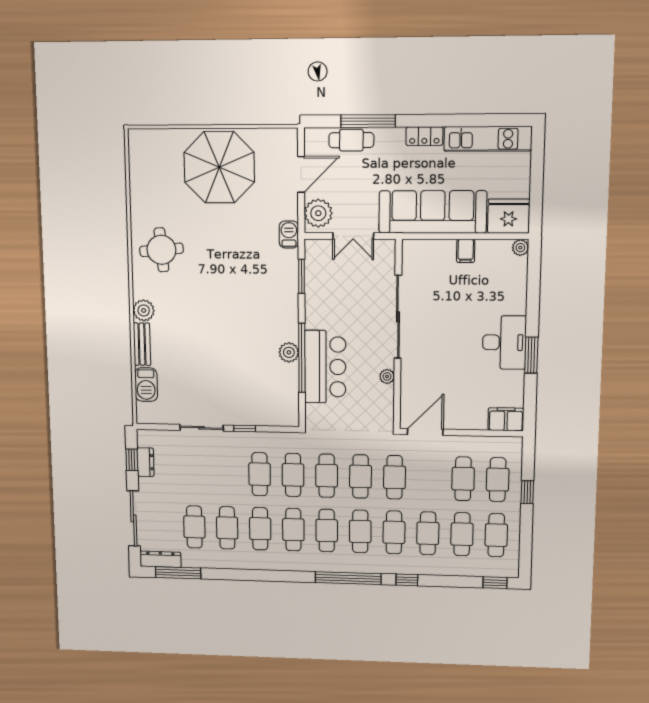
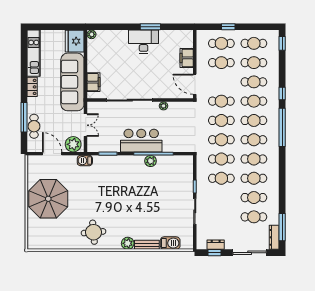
filing cabinet: (466, 251) -> (94, 82), moved, width x2.00
bar counter: (325, 367) -> (141, 141), moved
filing cabinet: (506, 419) -> (187, 58), moved

